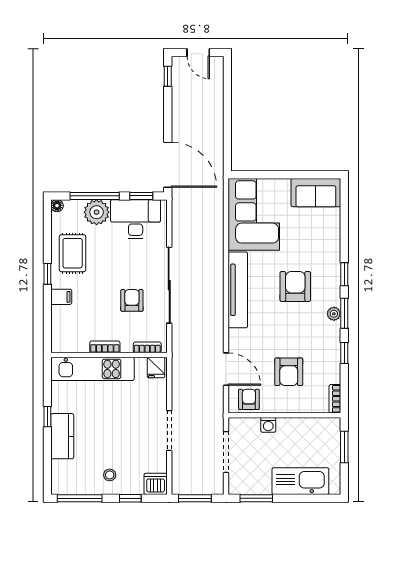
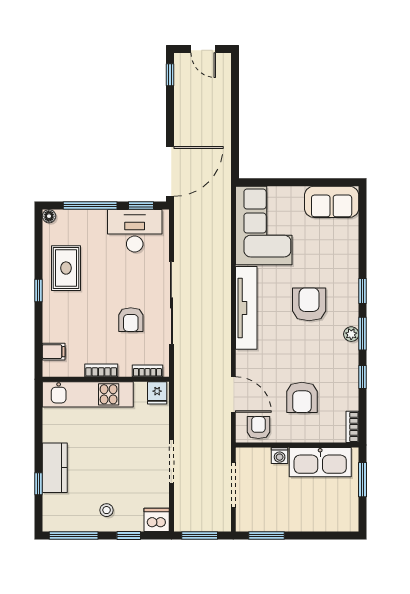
door: (168, 165) -> (170, 171), hinge flipped
plant: (97, 212) -> (92, 223), removed
filing cabinet: (61, 297) -> (54, 352), moved
armchair: (132, 300) -> (131, 320), turned 180
window: (47, 417) -> (38, 484), moved
kitchen sink: (300, 481) -> (320, 462), moved, turned 180

